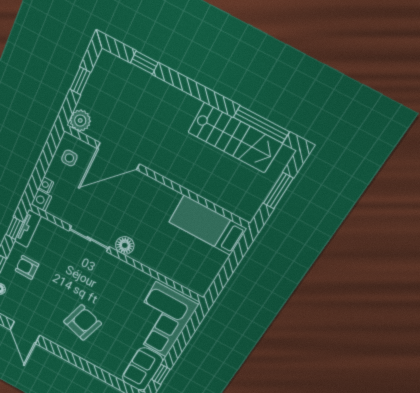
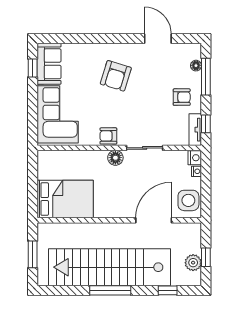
plant: (80, 120) -> (193, 263), moved
window: (261, 124) -> (110, 290), moved
stairs: (235, 138) -> (110, 267), width x1.86, depth x1.51
side table: (69, 158) -> (188, 200), width x1.87, depth x1.87
bed: (207, 225) -> (65, 199), width x1.50
armchair: (120, 271) -> (108, 136), added

